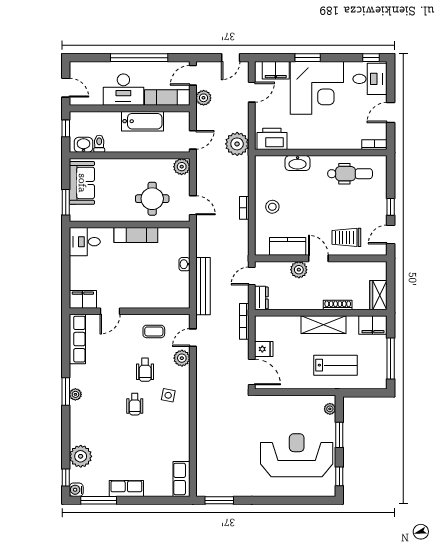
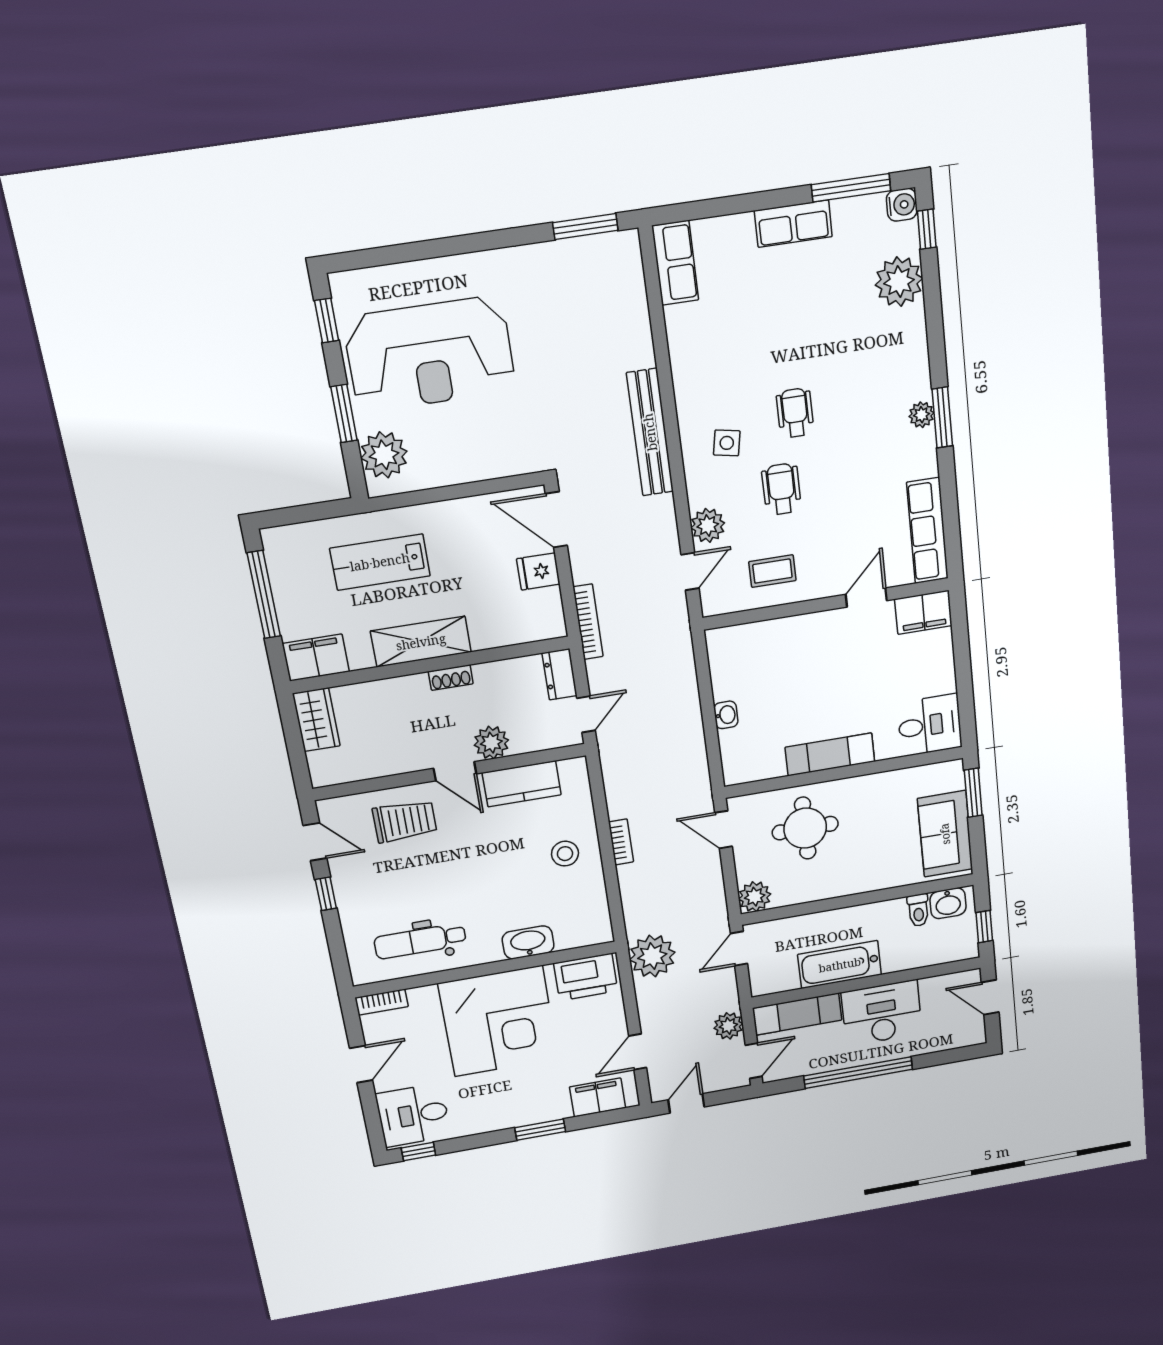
corner desk: (317, 88) -> (498, 1021), moved, turned 180
door: (391, 234) -> (315, 842), hinge flipped
bench: (203, 286) -> (650, 432), moved
shoe rack: (338, 305) -> (451, 678), moved, width x0.70
plant: (330, 409) -> (384, 455), width x1.88, depth x1.88

